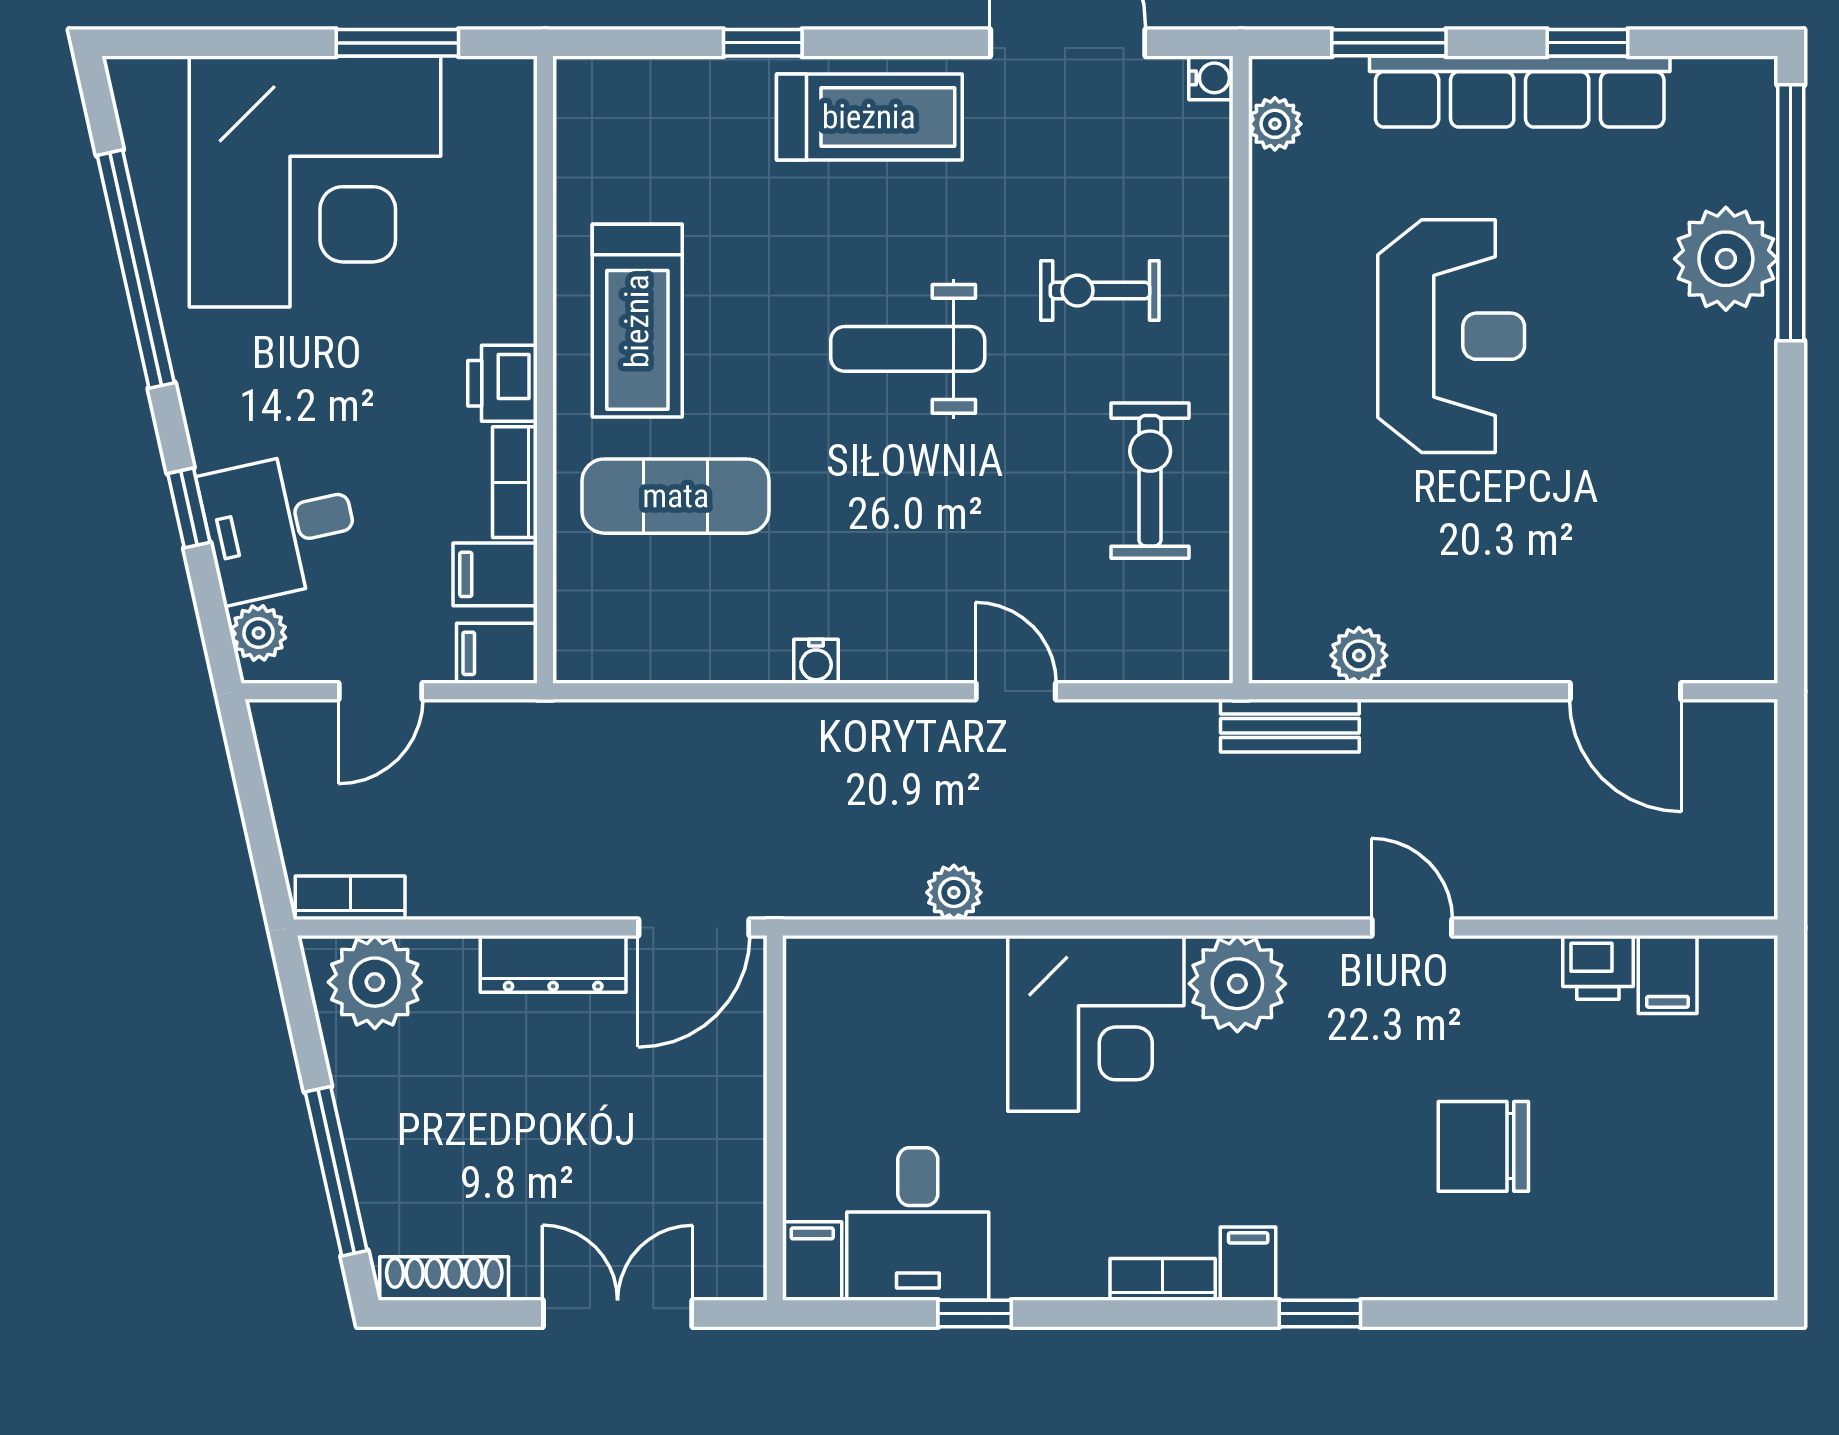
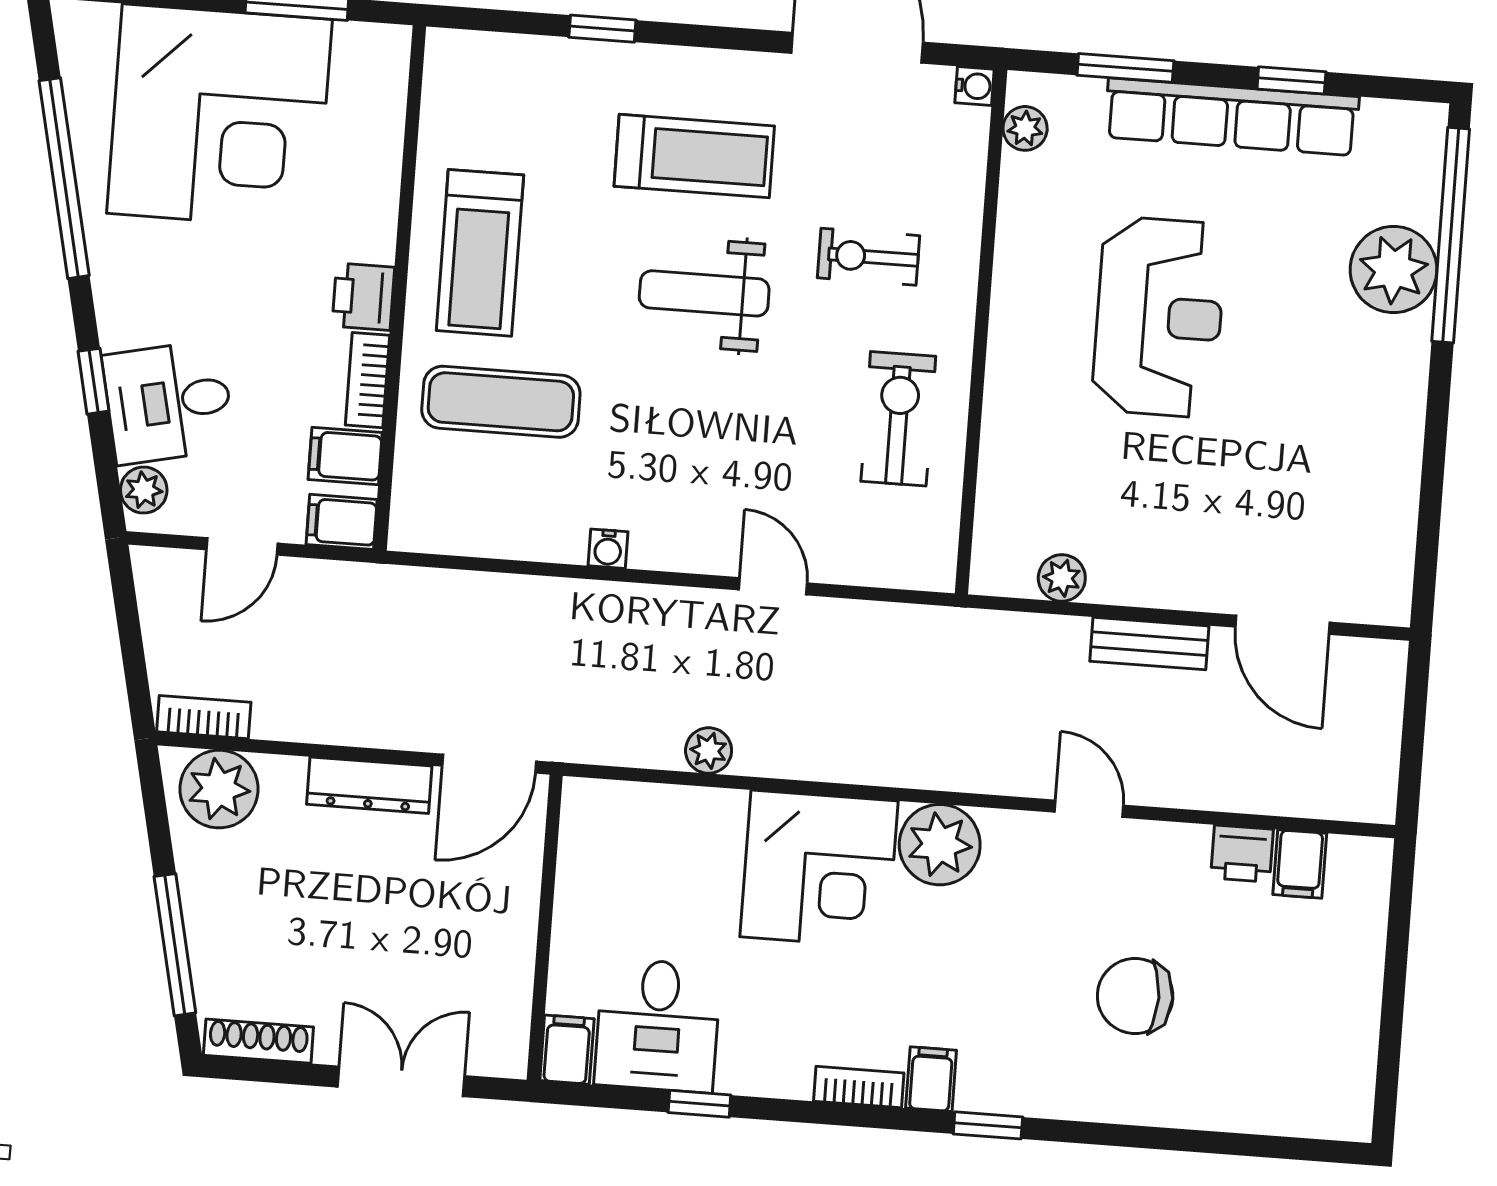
treadmill: (869, 117) -> (694, 156), moved
bench: (1290, 726) -> (1149, 644), moved

